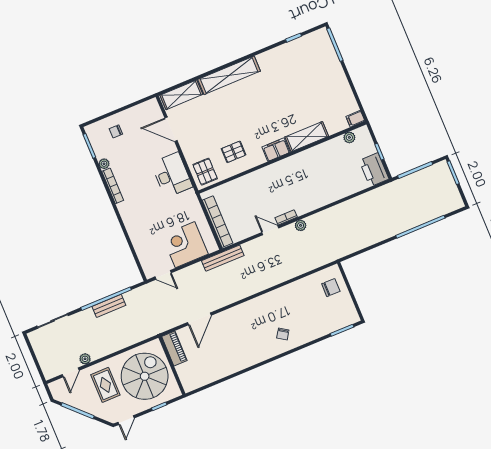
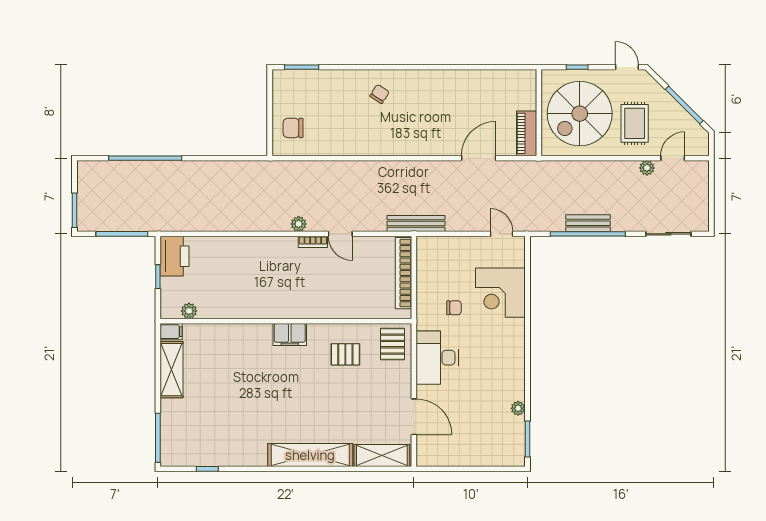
chair: (116, 131) -> (454, 308), moved
shelving: (307, 137) -> (171, 370), moved, turned 90
bookcase: (113, 186) -> (519, 375), removed
corner desk: (185, 245) -> (500, 293), moved, turned 90
door: (126, 420) -> (627, 67), hinge flipped

